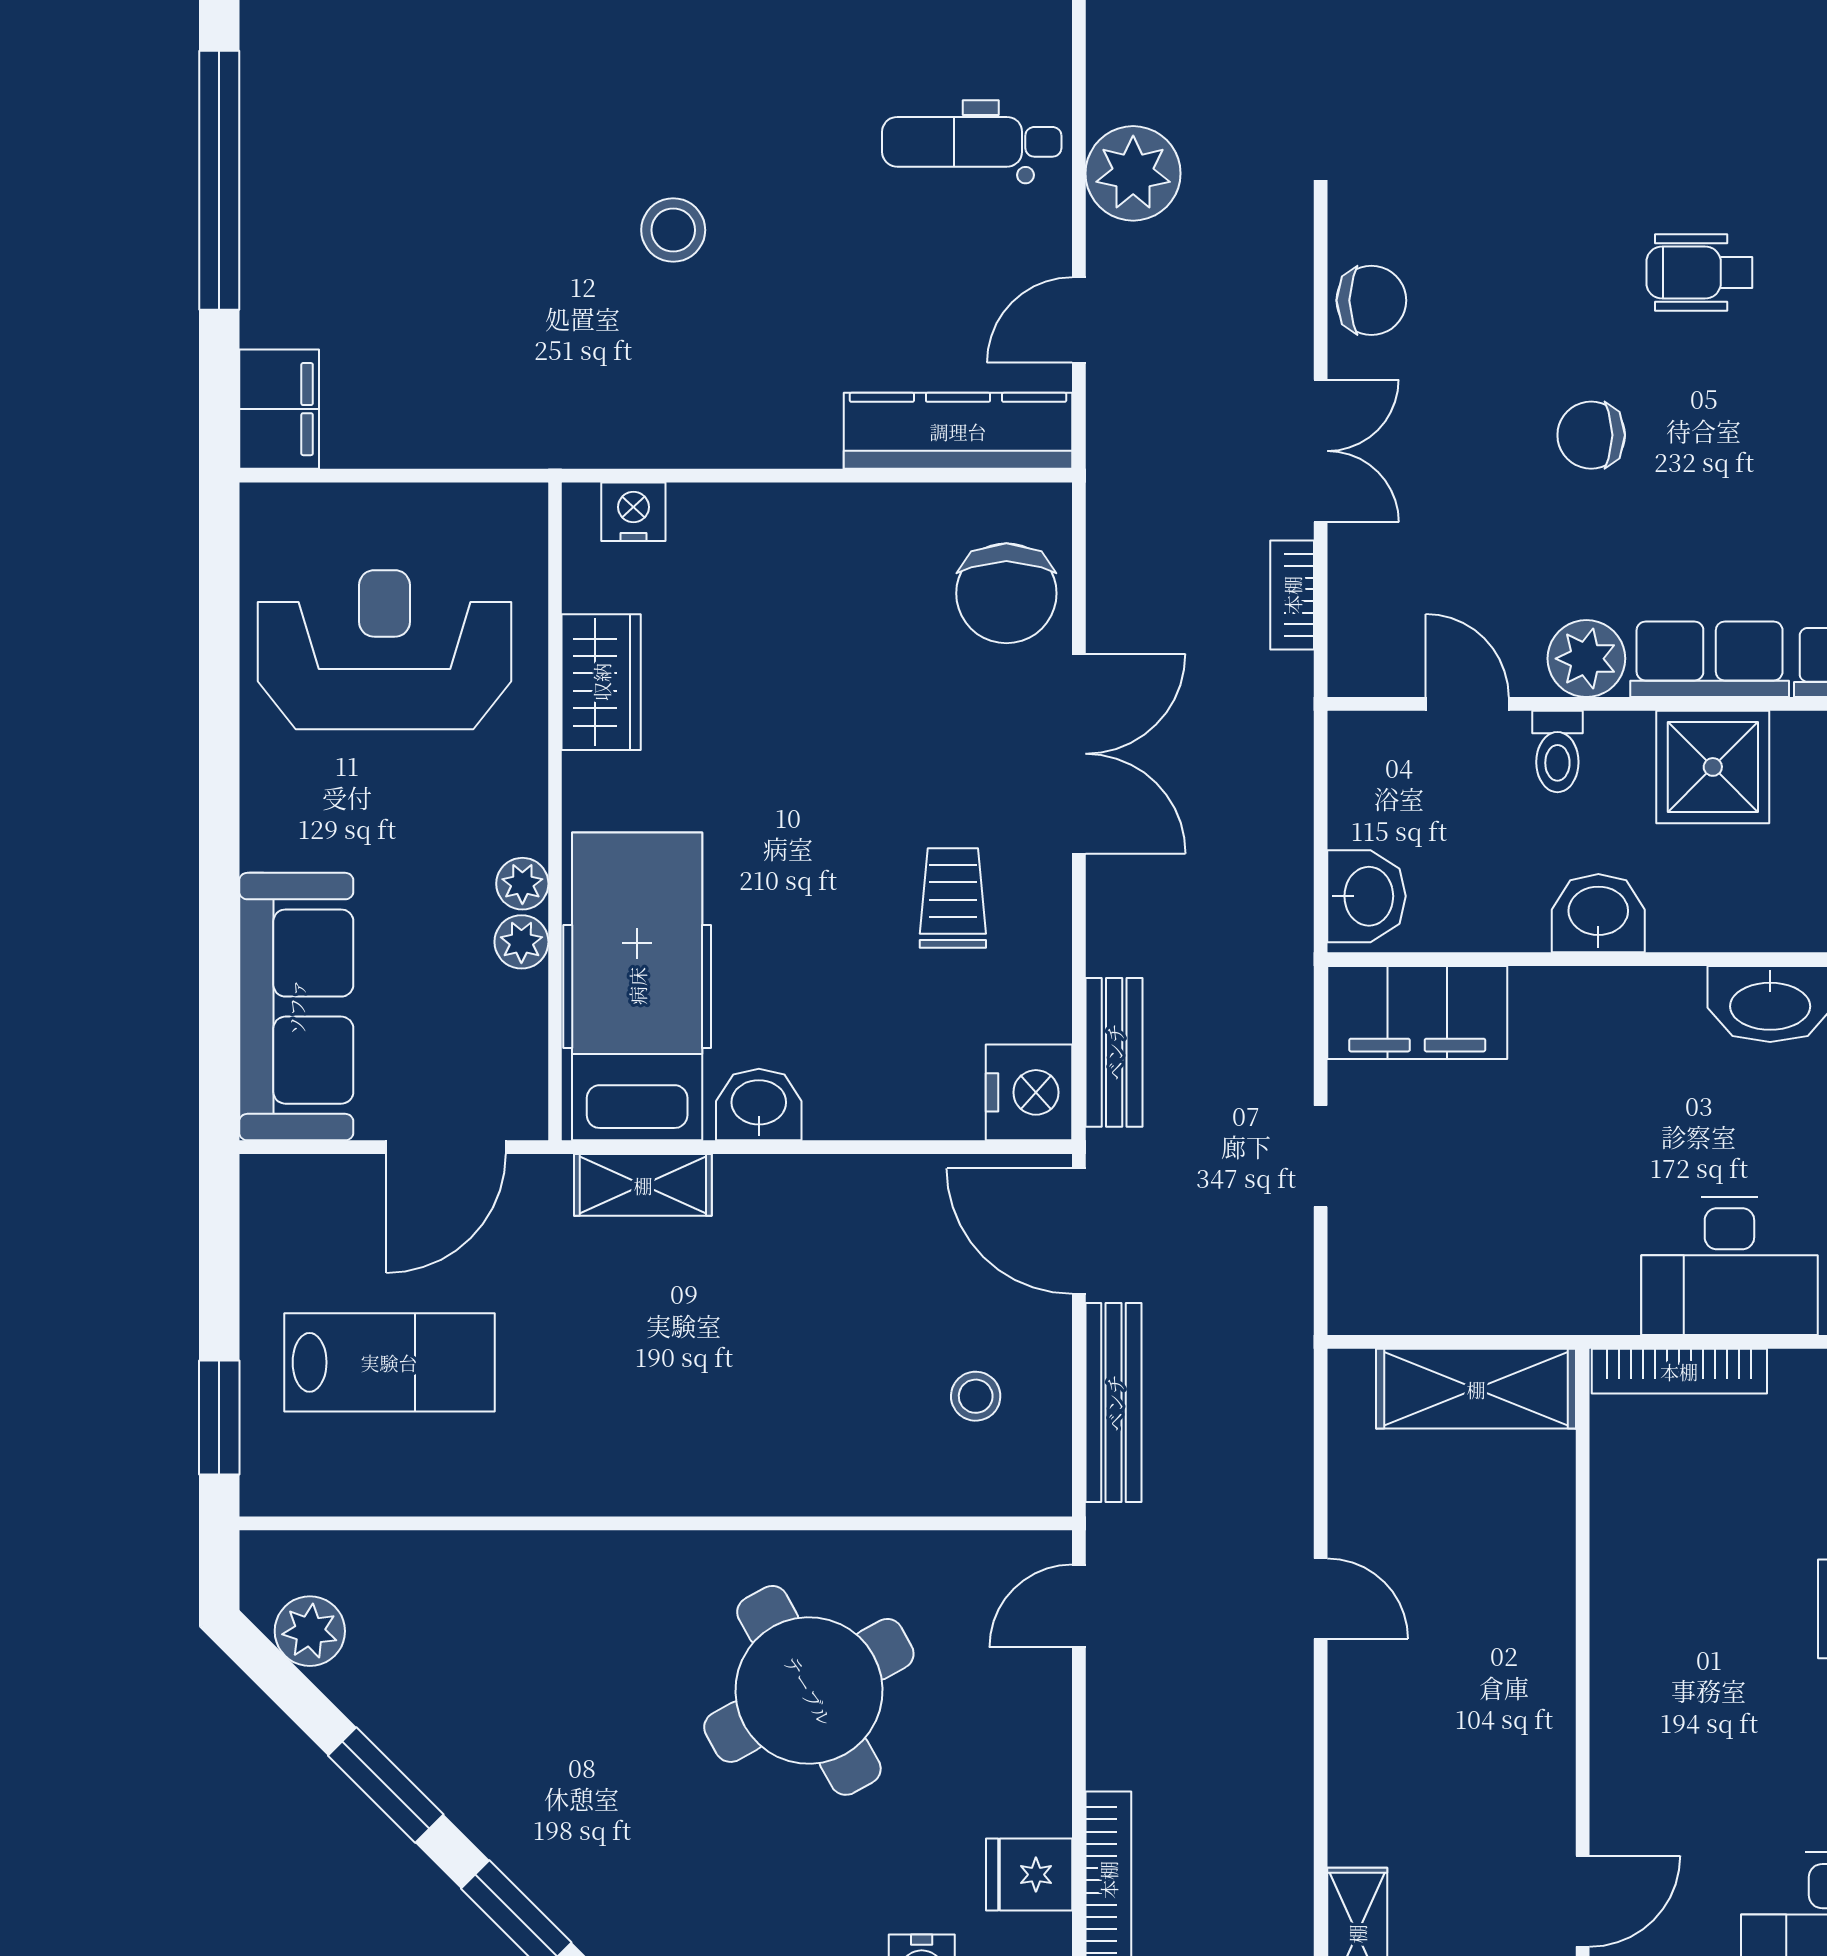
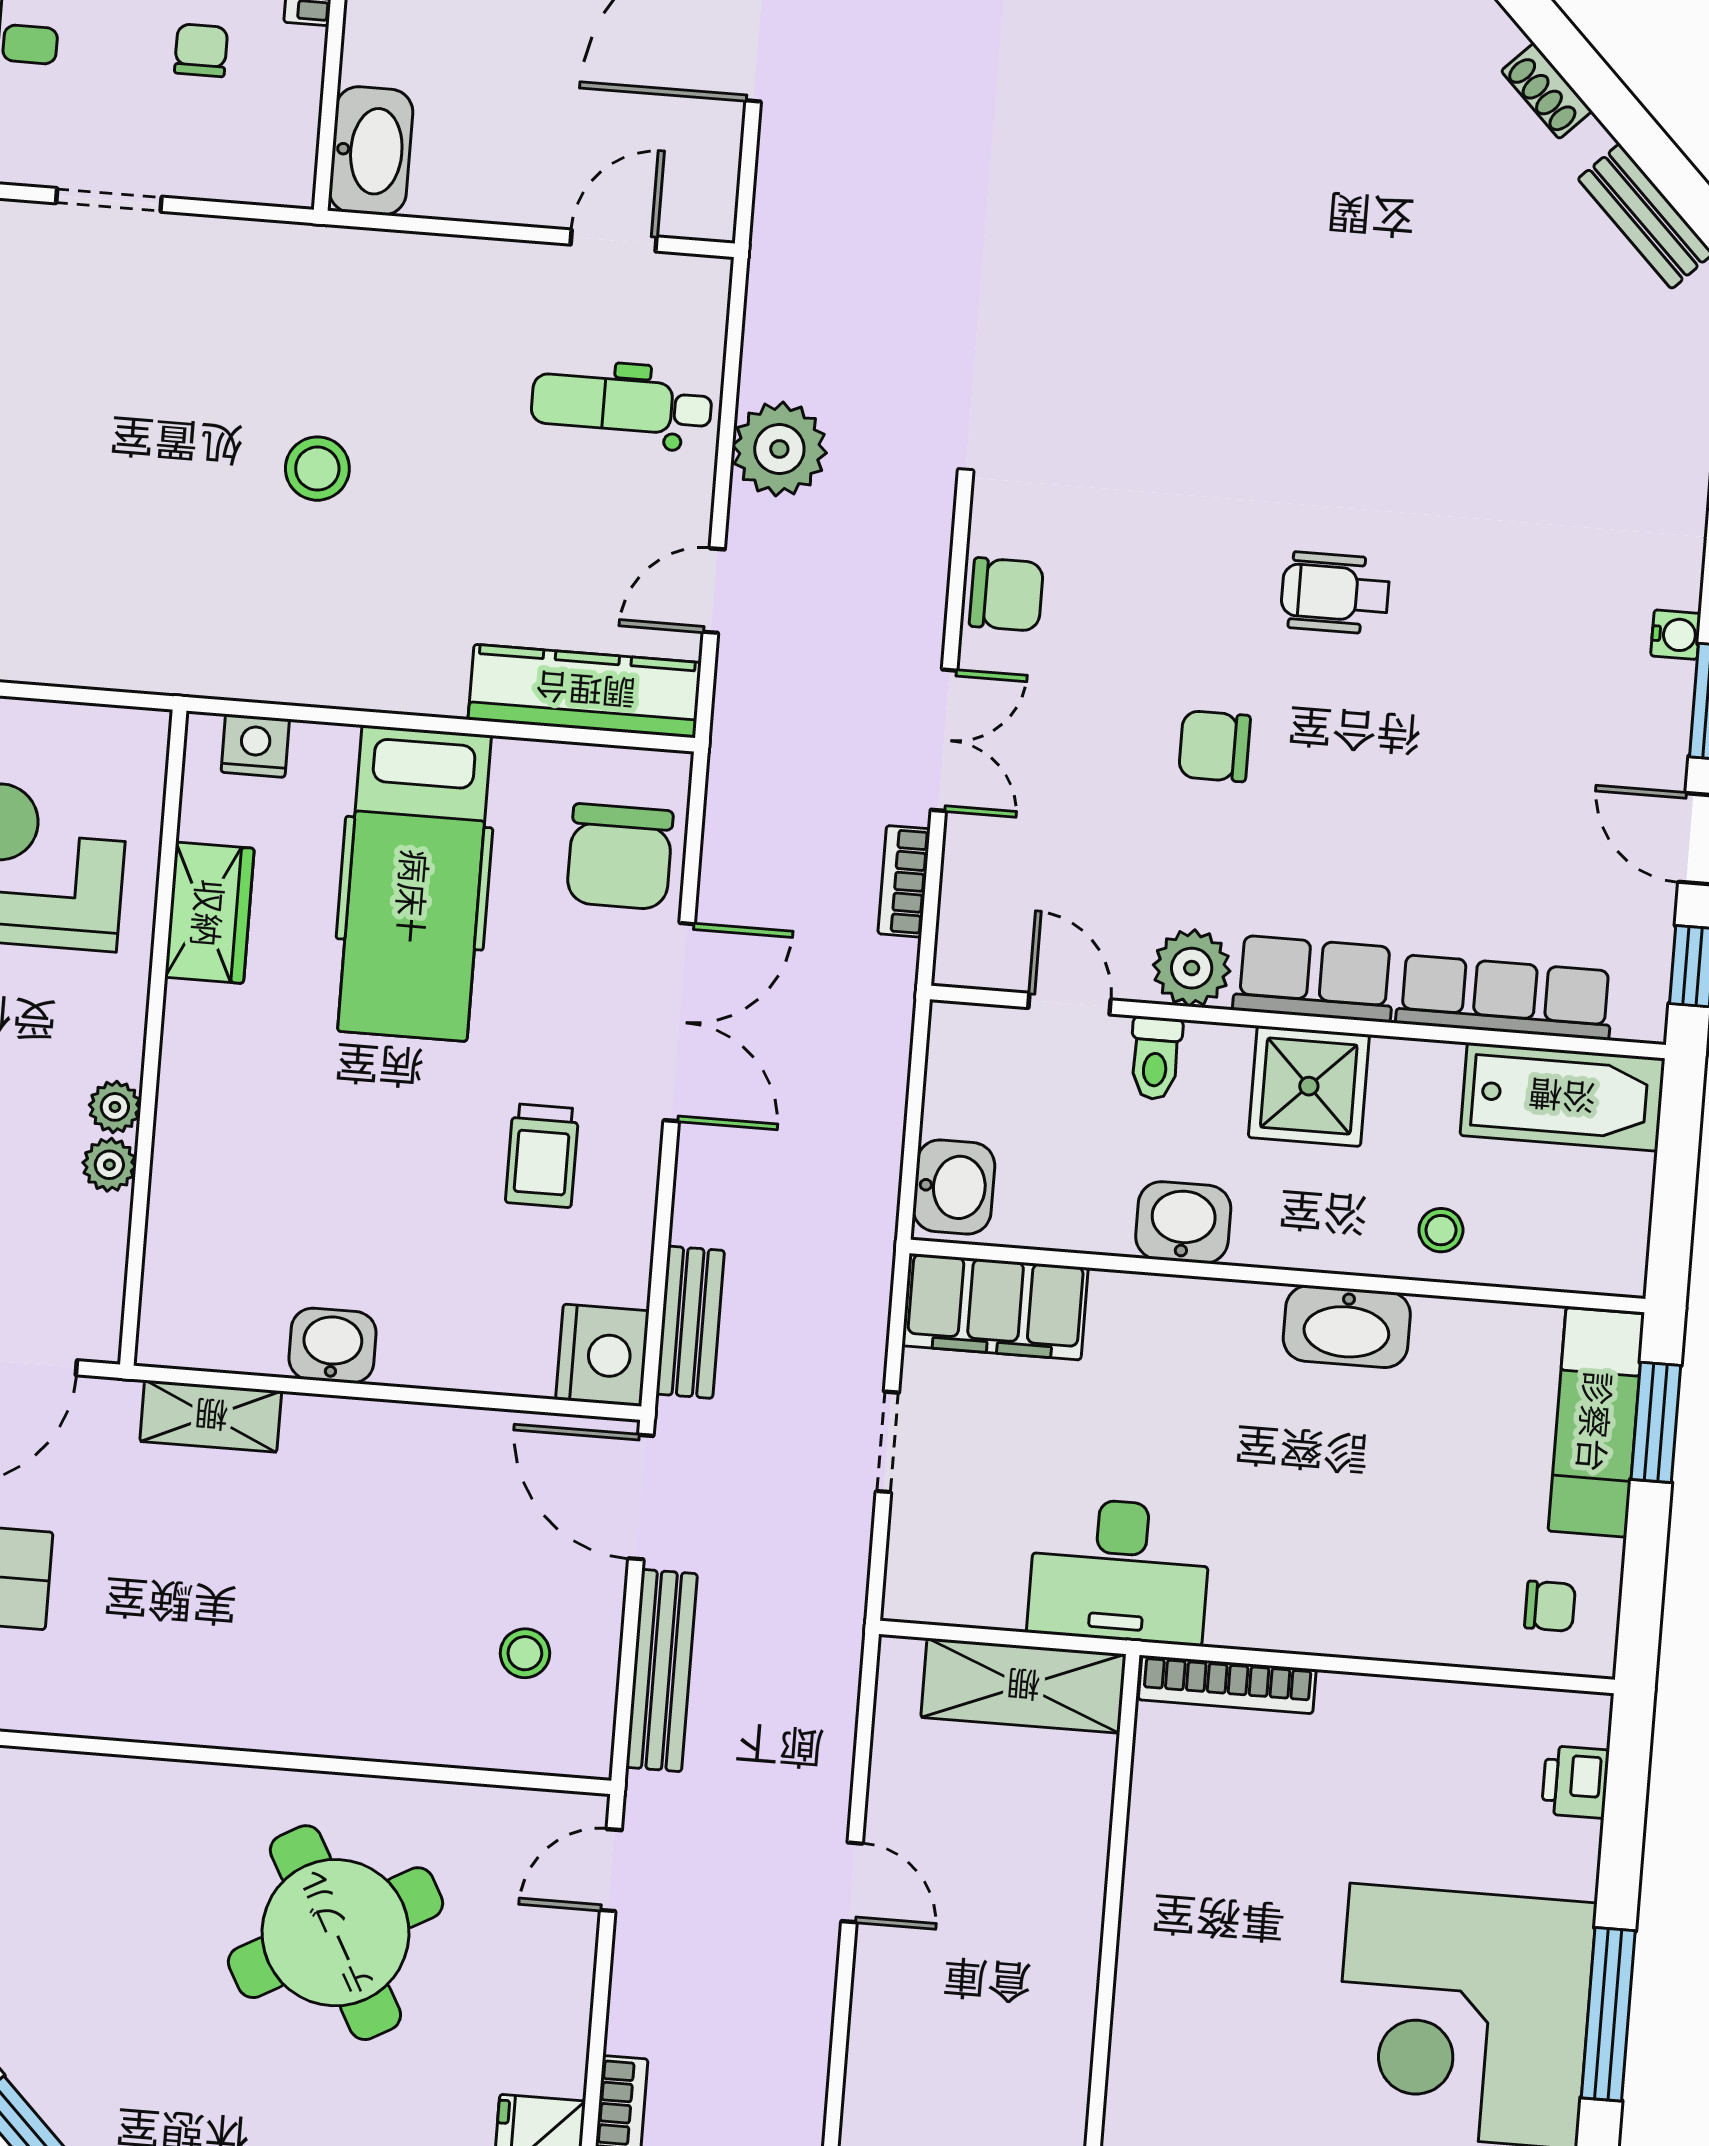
trolley: (953, 898) -> (542, 1156), turned 180
hospital bed: (637, 986) -> (414, 883), moved, turned 180
desk: (1729, 1266) -> (1119, 1571), moved

